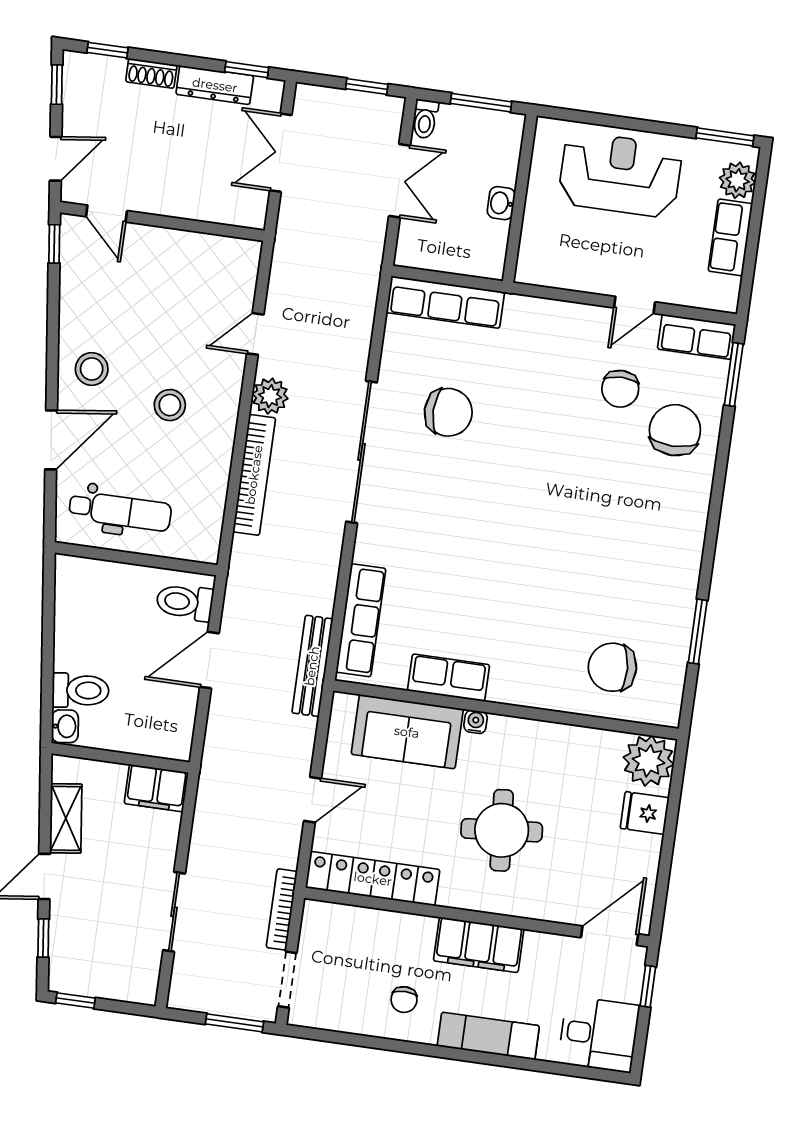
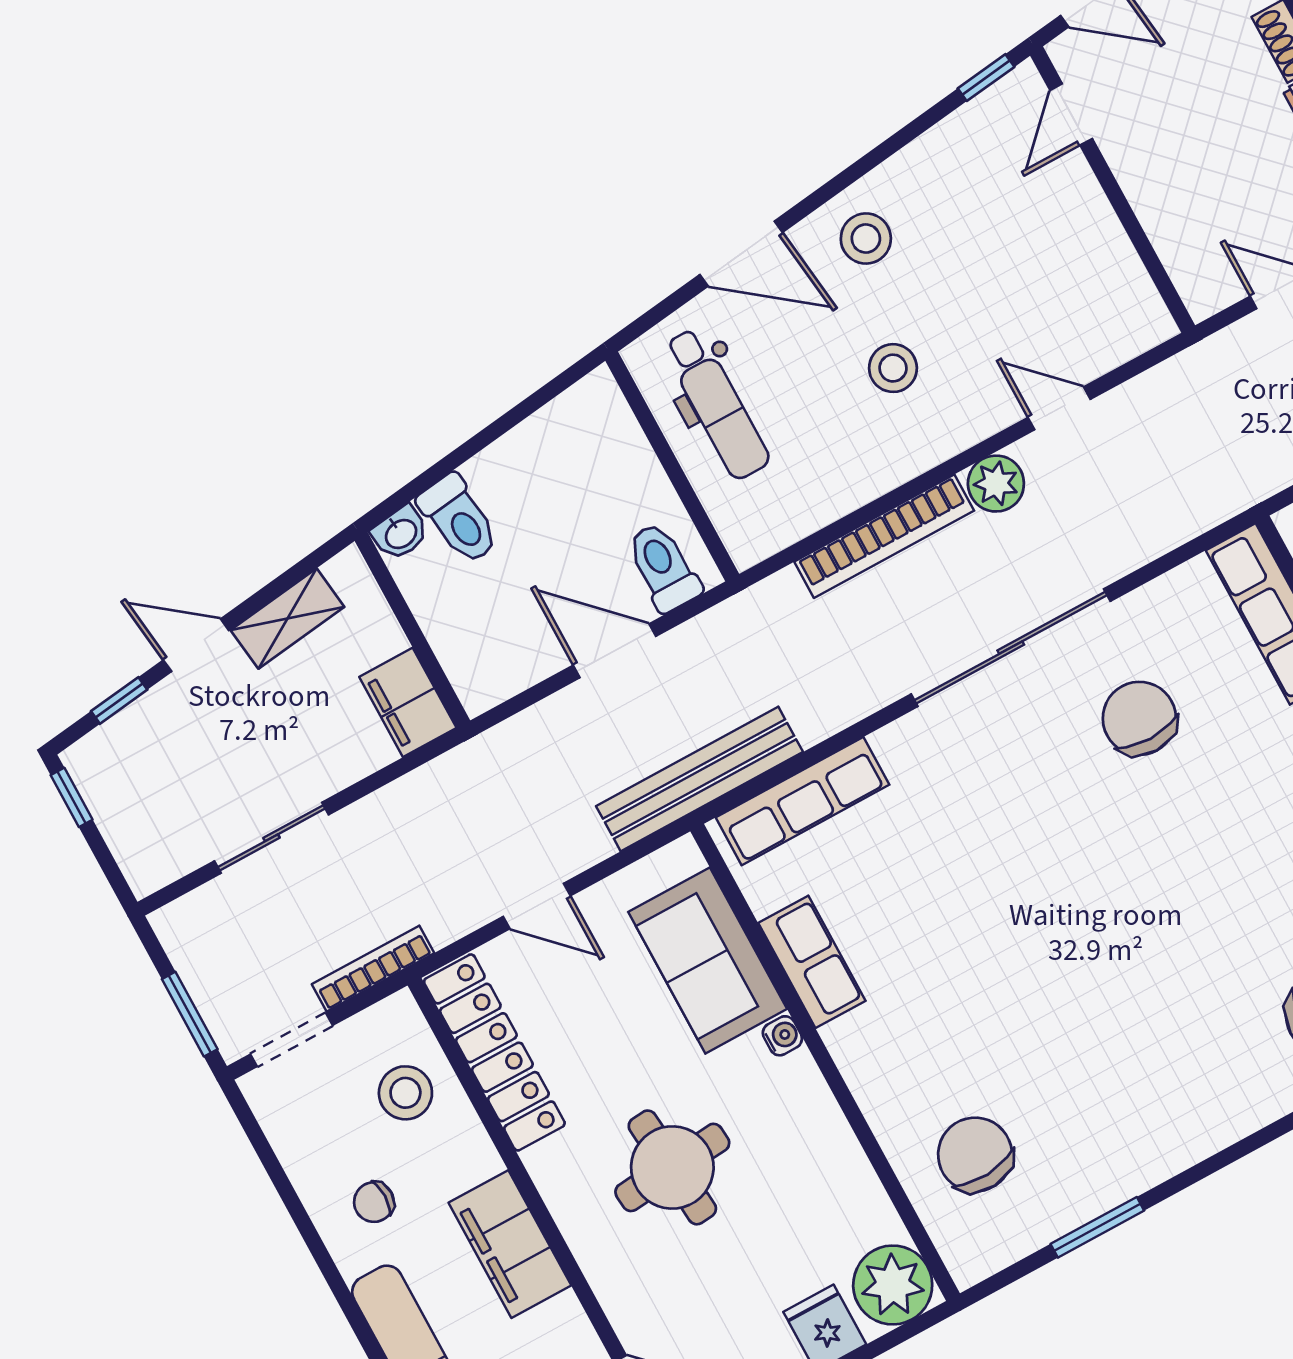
chair: (448, 412) -> (1139, 718), turned 180
bench: (312, 666) -> (700, 779), width x1.37, depth x1.21
stool: (359, 941) -> (405, 1093), added

